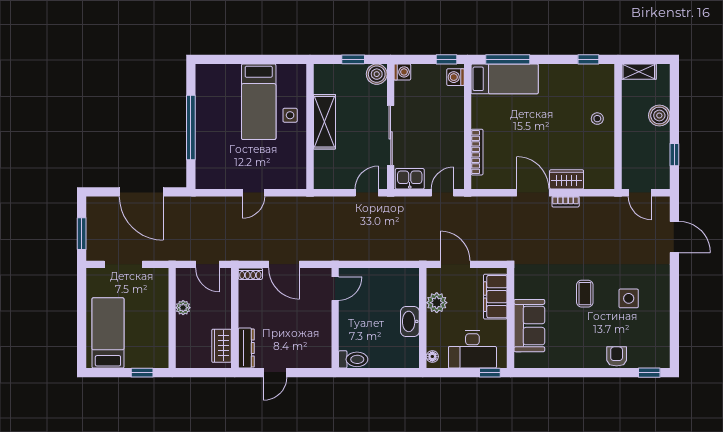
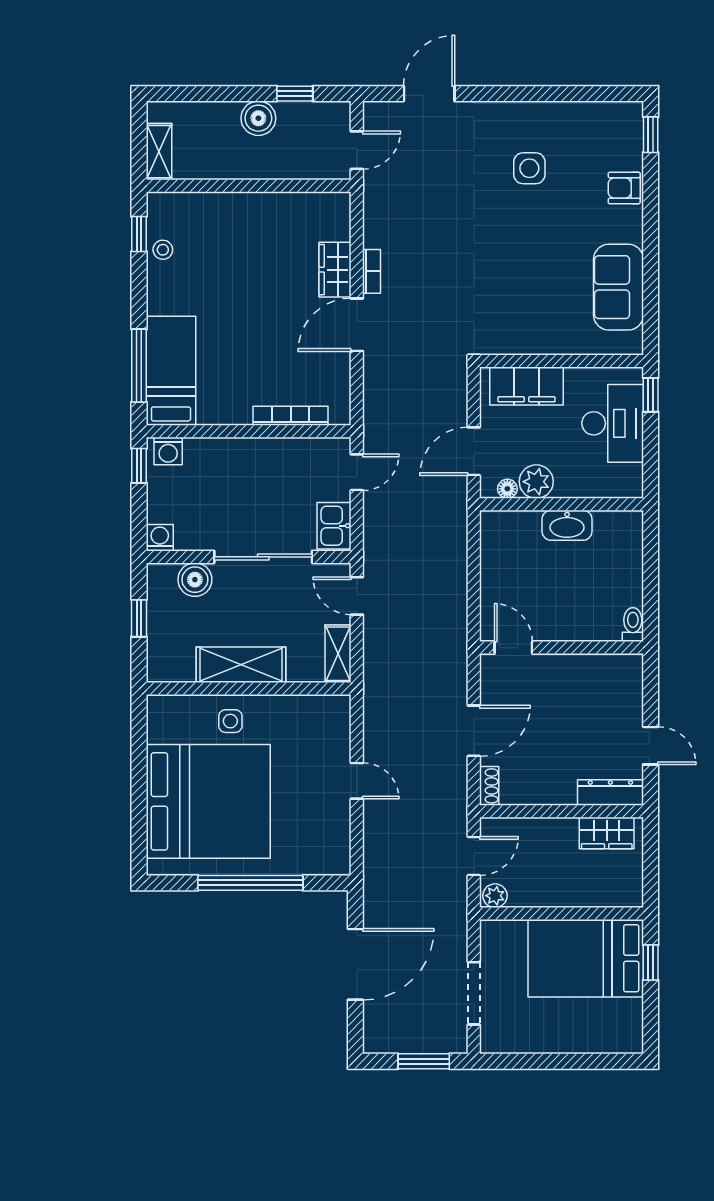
boiler: (377, 74) -> (195, 580), moved
bed: (259, 102) -> (208, 801), width x2.04
boiler: (659, 115) -> (258, 118), moved
stool: (597, 119) -> (163, 250), moved
shelving: (331, 181) -> (338, 654), added
door: (442, 193) -> (357, 472), swing flipped
coffee table: (585, 294) -> (522, 240), removed
plant: (183, 308) -> (495, 896), moved
sofa: (529, 326) -> (619, 287), moved, turned -90
bed: (108, 333) -> (586, 958), moved, width x1.50
floor lamp: (432, 356) -> (507, 489), moved
toilet: (353, 359) -> (633, 625), width x0.73, depth x0.72

